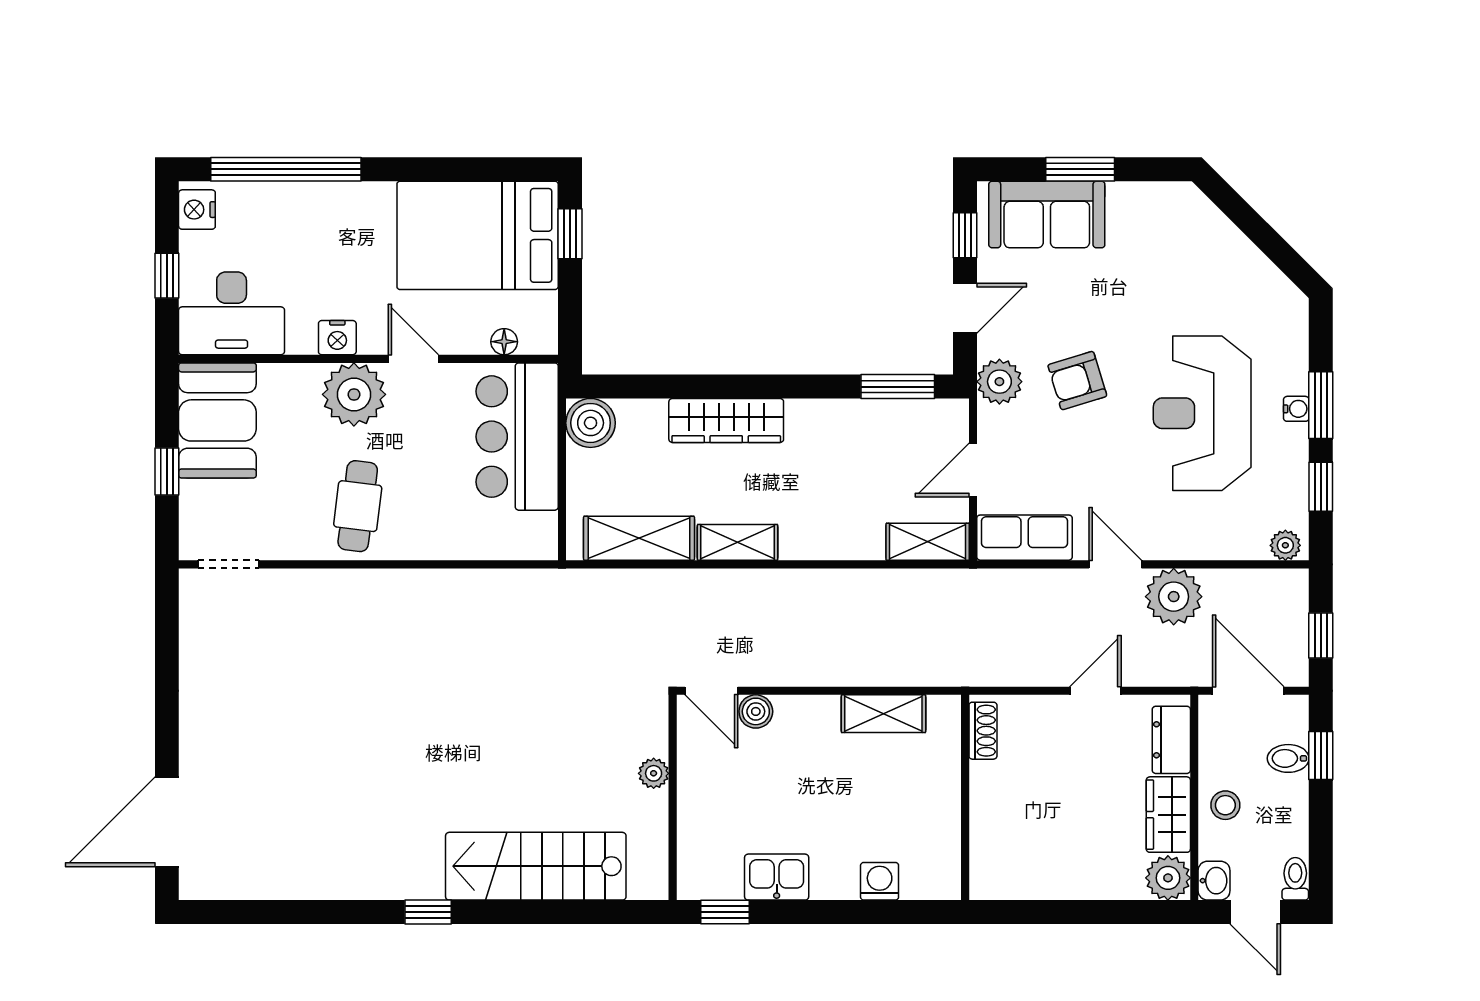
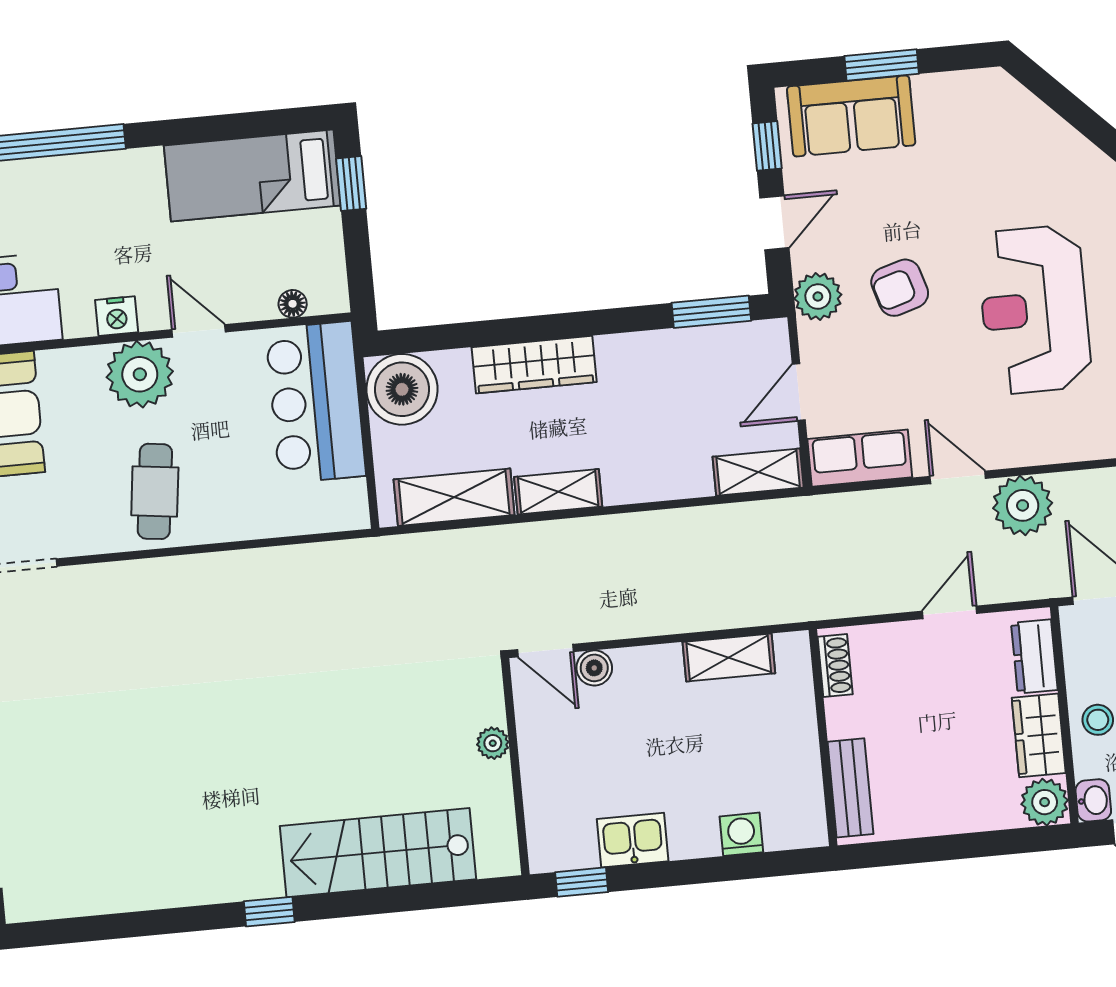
bed: (478, 235) -> (252, 175), width x0.67
boiler: (591, 423) -> (402, 389), width x1.37, depth x1.37
bench: (986, 847) -> (850, 788), added

